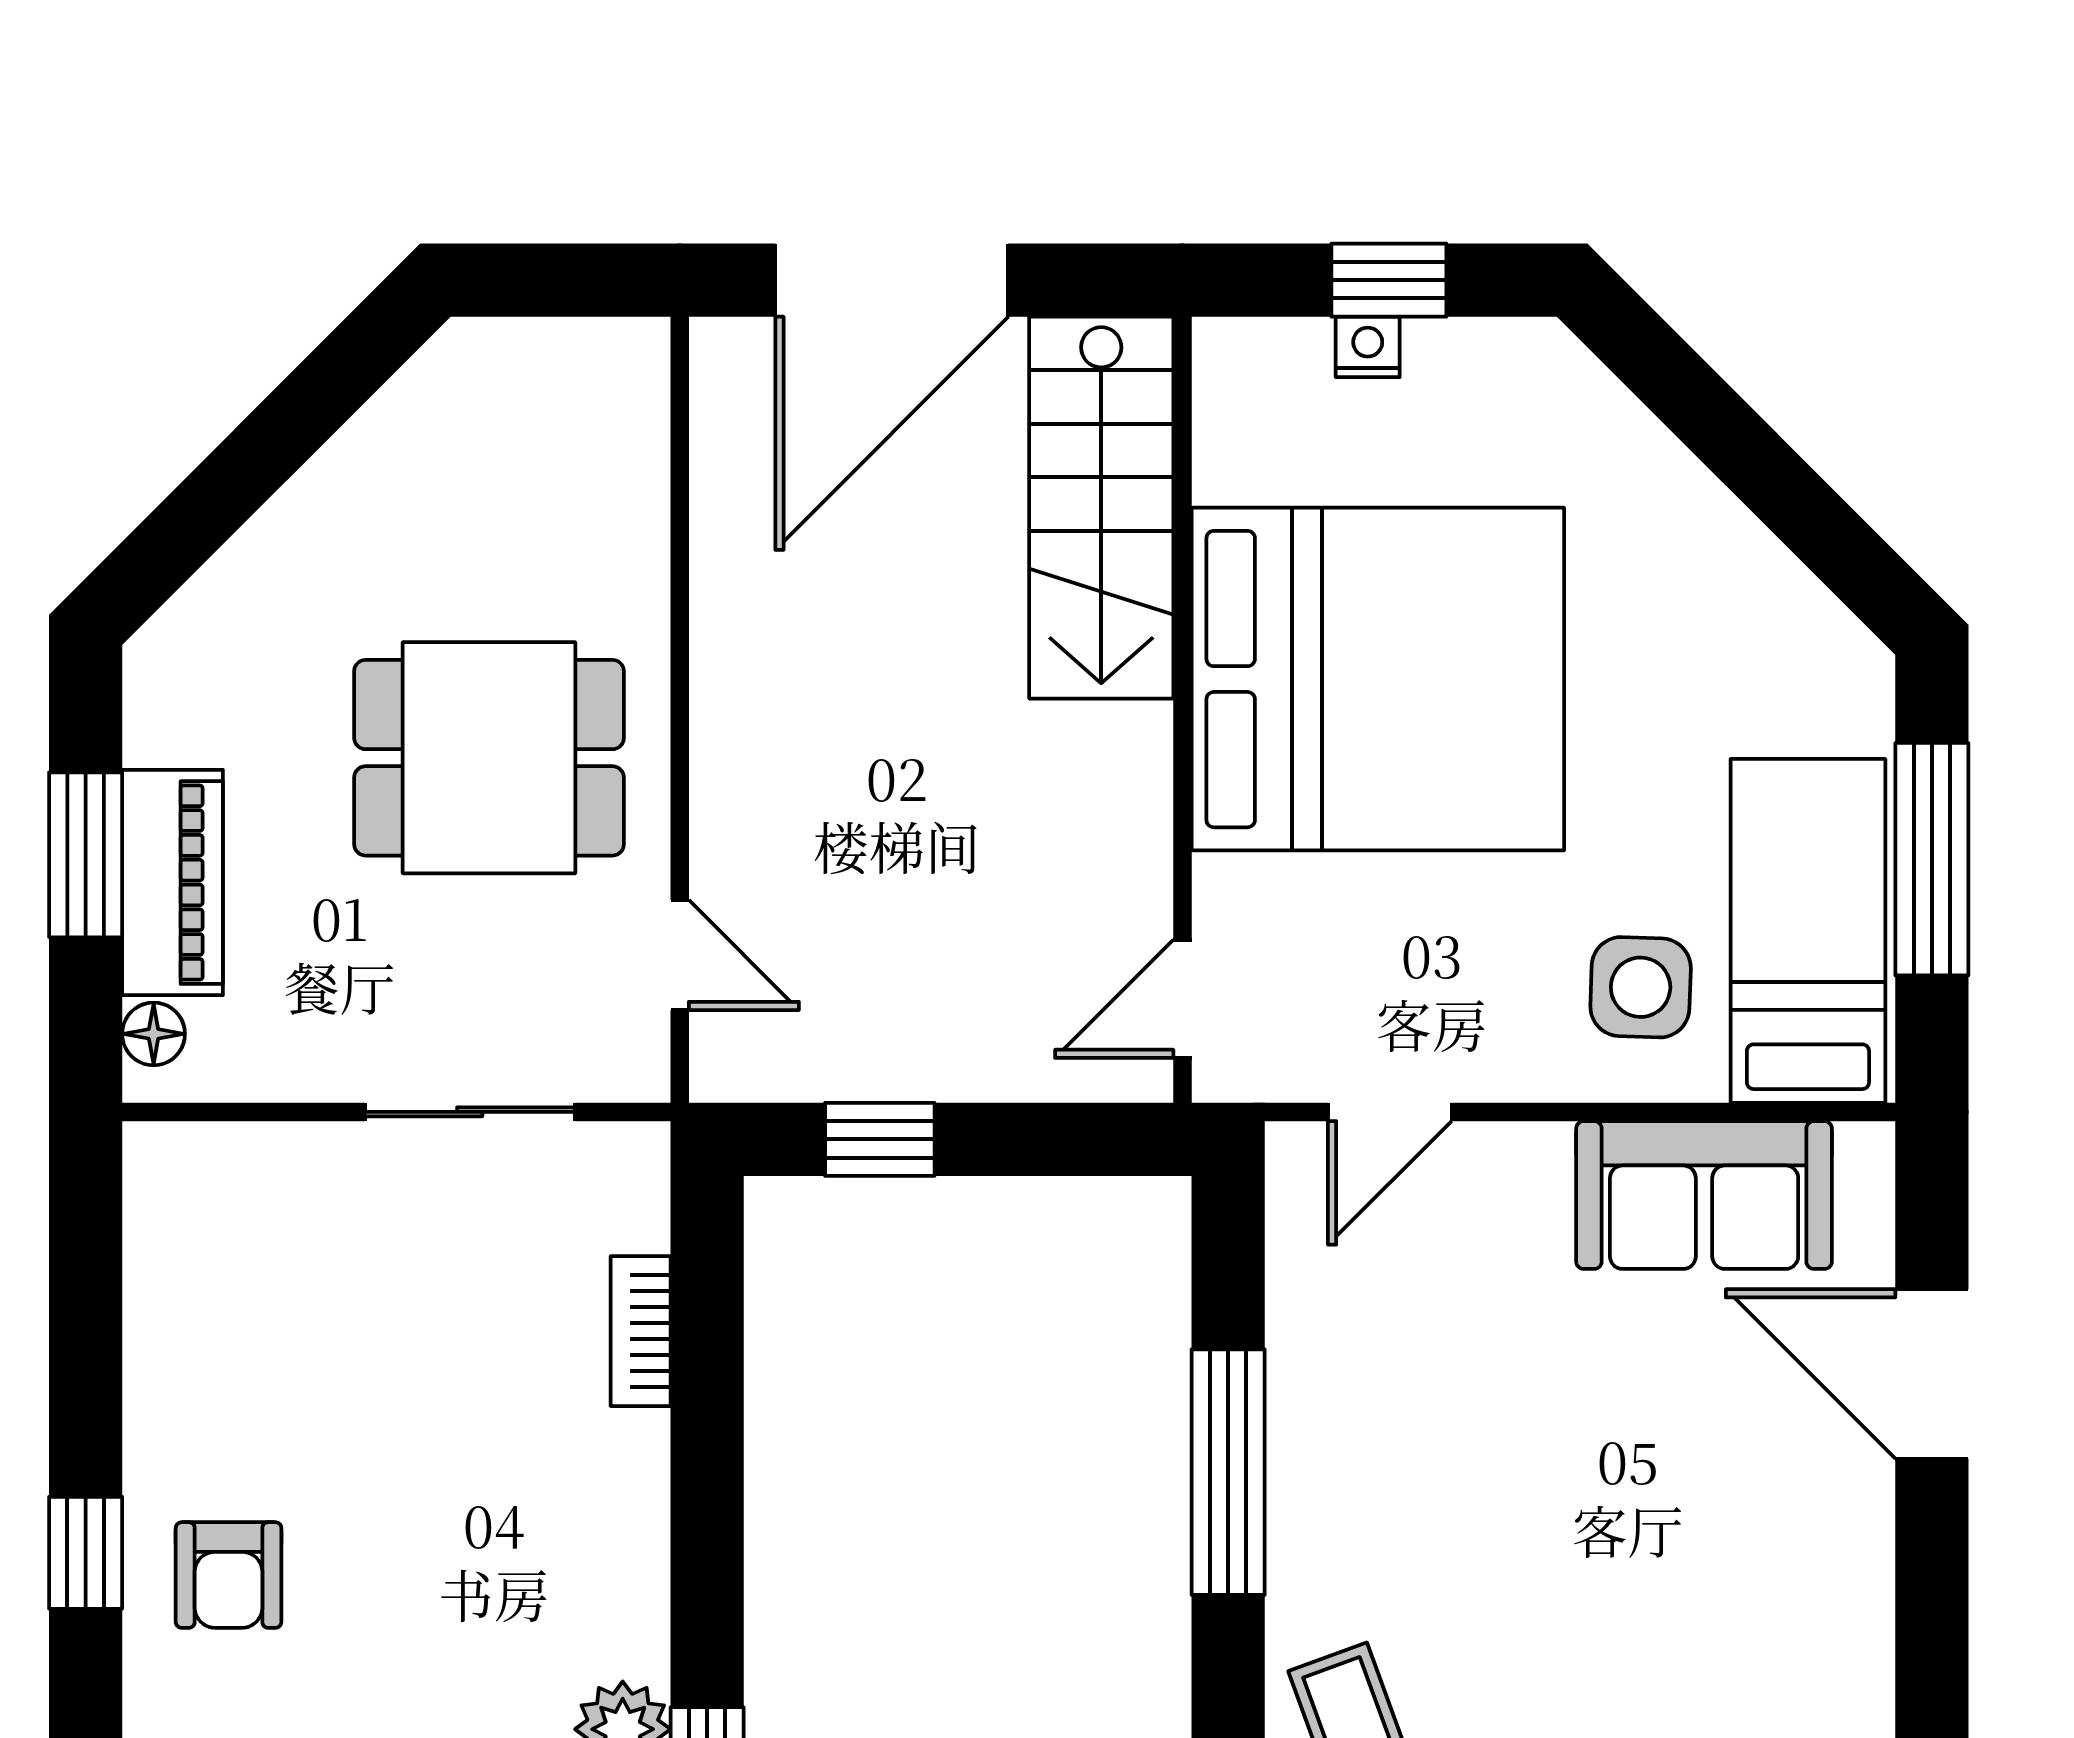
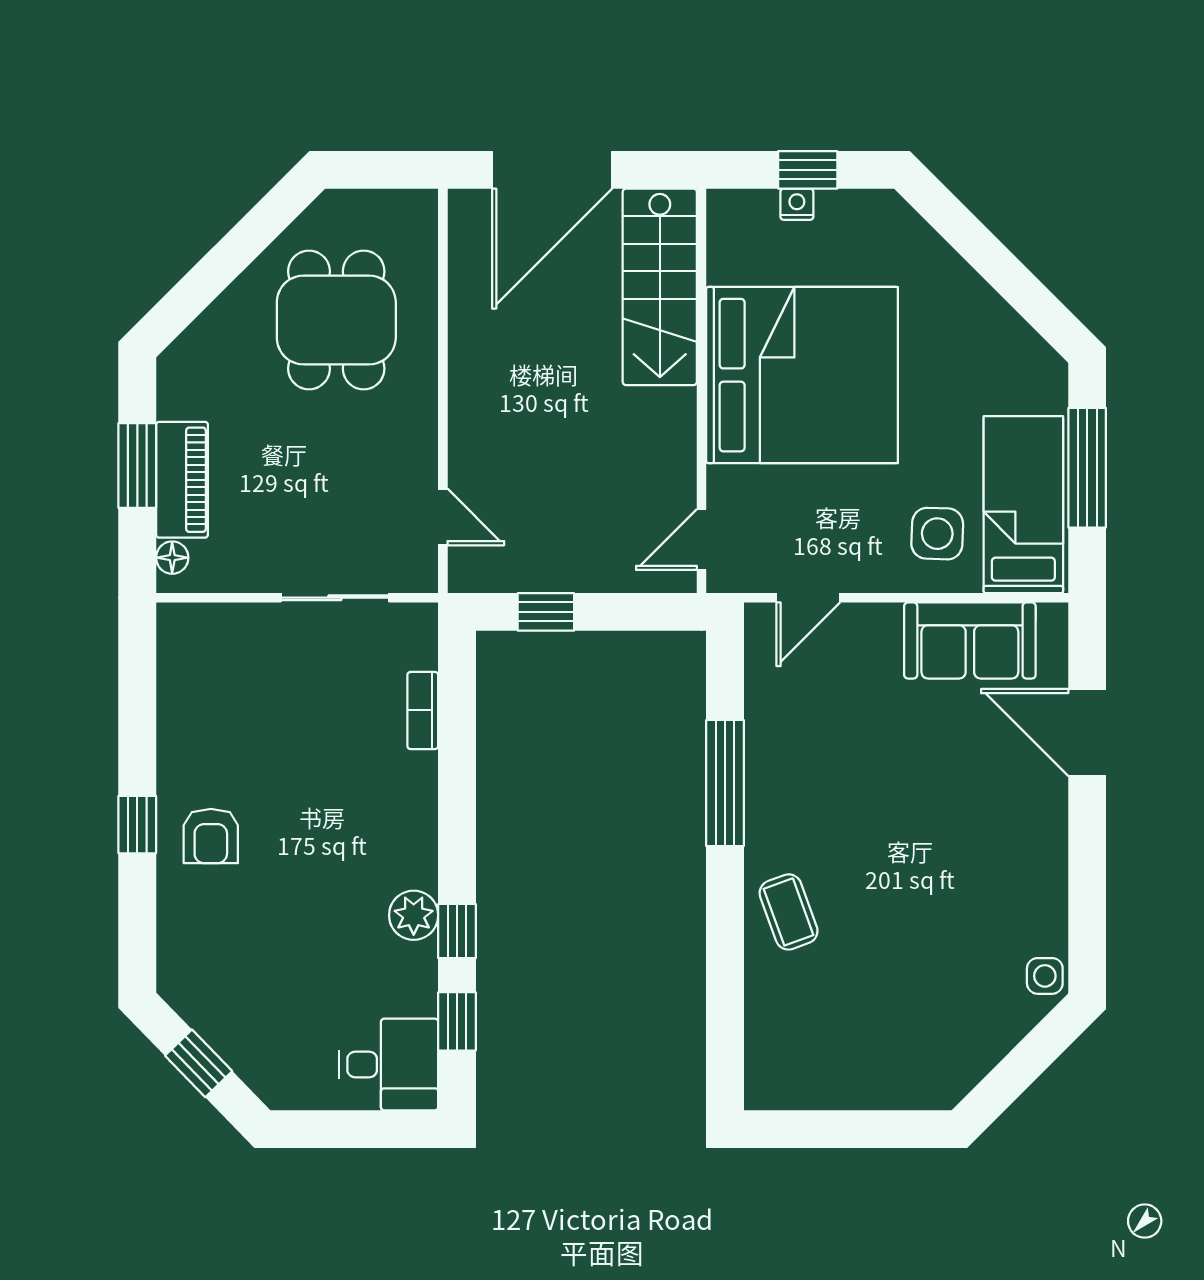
dining table: (489, 758) -> (336, 320), moved, turned 90

